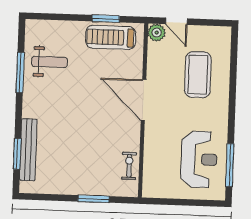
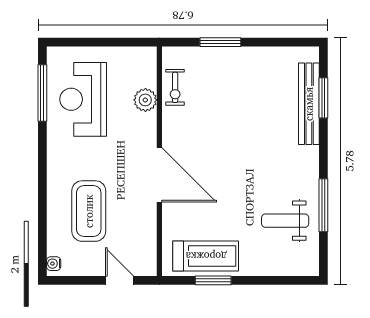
plant: (157, 33) -> (145, 100), moved
water cooler: (226, 36) -> (54, 264), added

